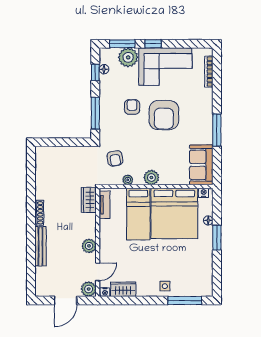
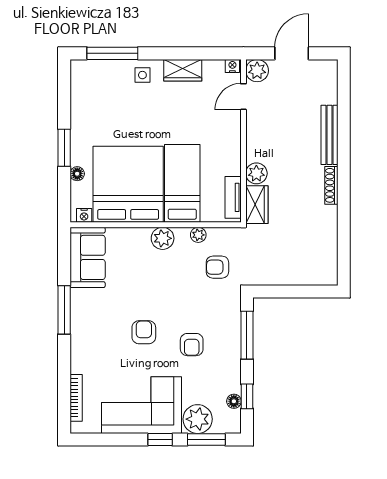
armchair: (164, 115) -> (144, 332), width x0.53, depth x0.53
armchair: (115, 158) -> (217, 267), turned -81
plant: (89, 246) -> (256, 173), moved
wardrobe: (123, 289) -> (183, 70), moved

